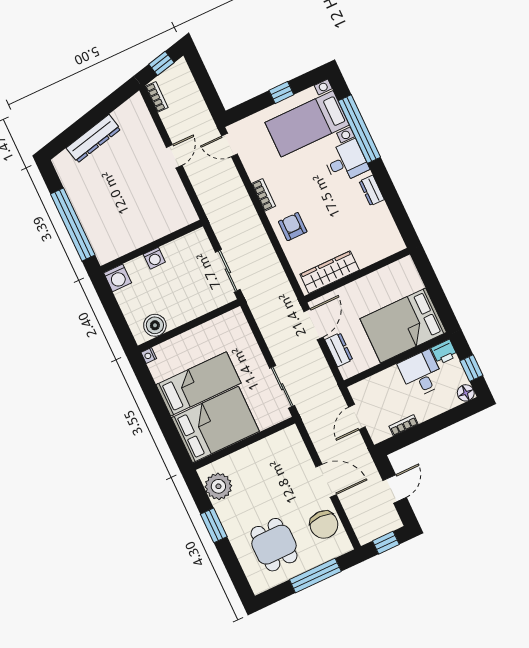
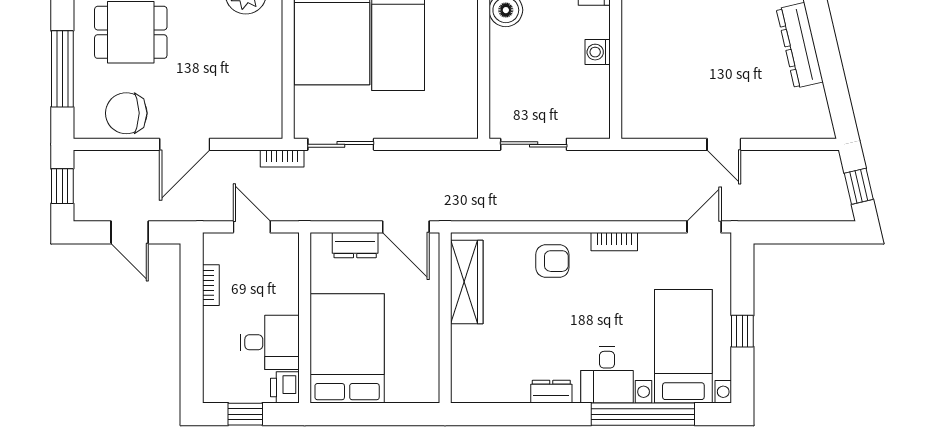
bookcase: (157, 97) -> (282, 159), moved
floor lamp: (466, 393) -> (215, 391), removed

